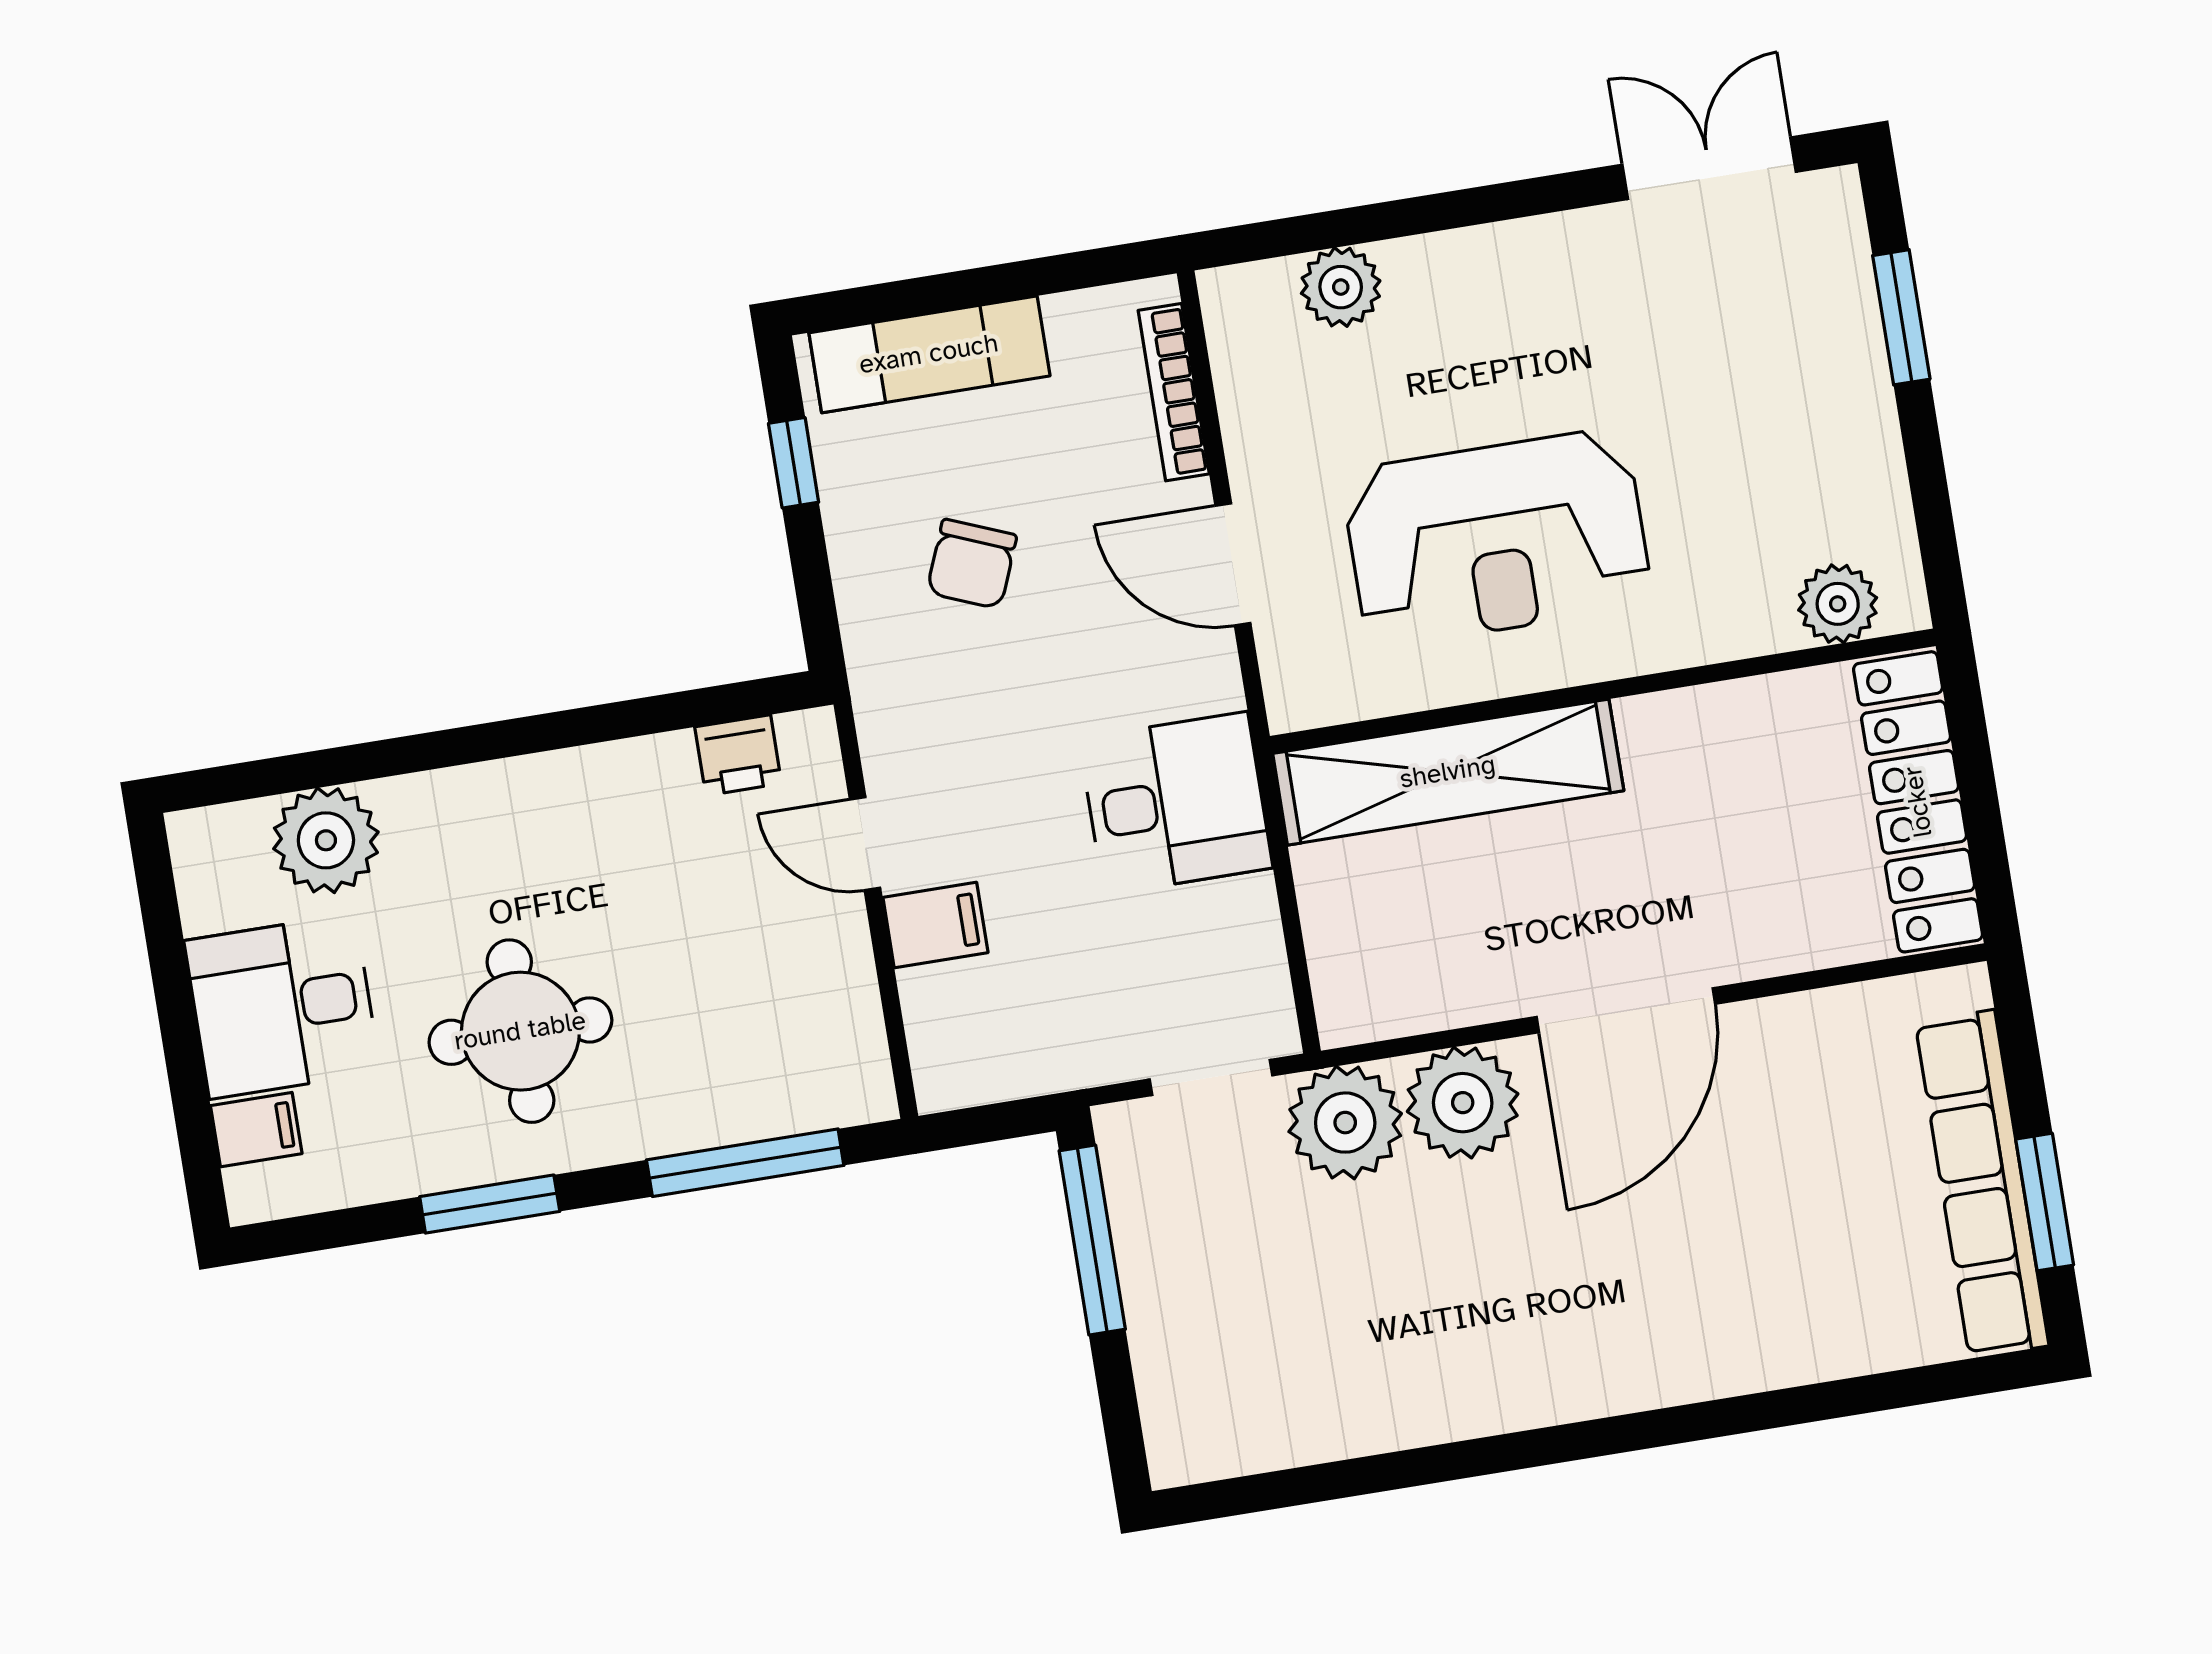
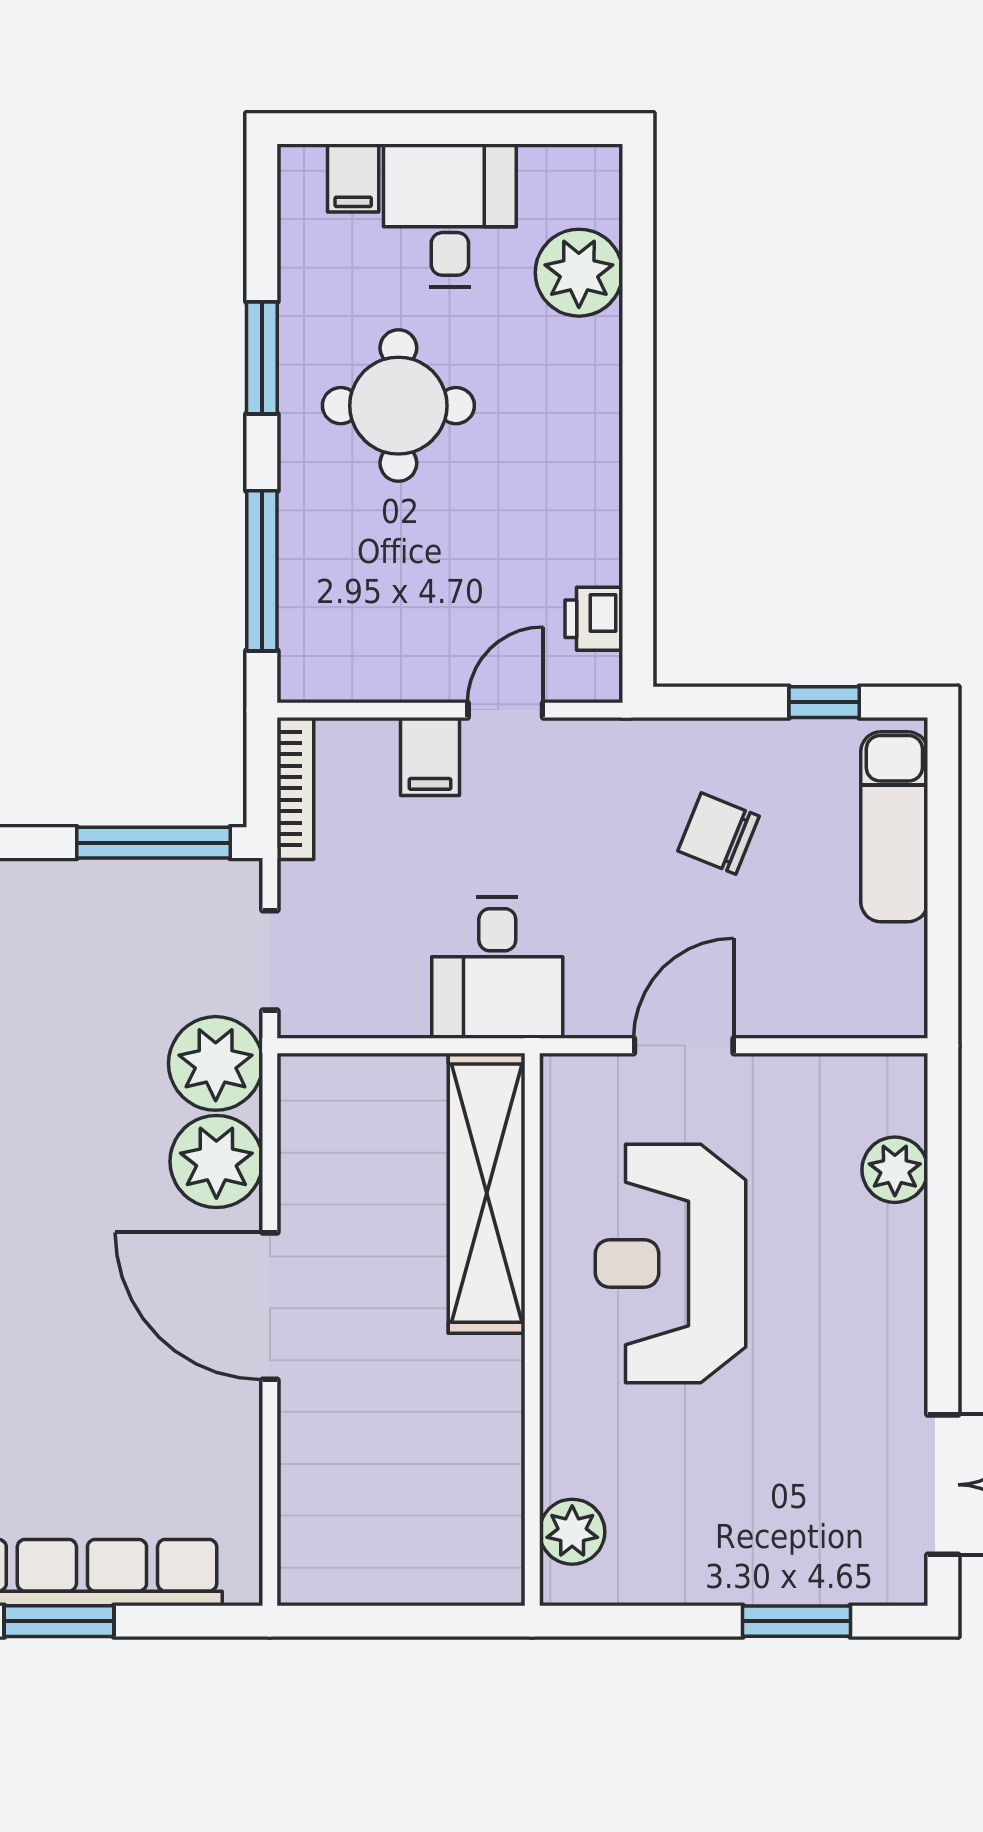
bookcase: (1174, 392) -> (295, 788), moved, turned 90
locker: (1918, 802) -> (401, 1571), removed

